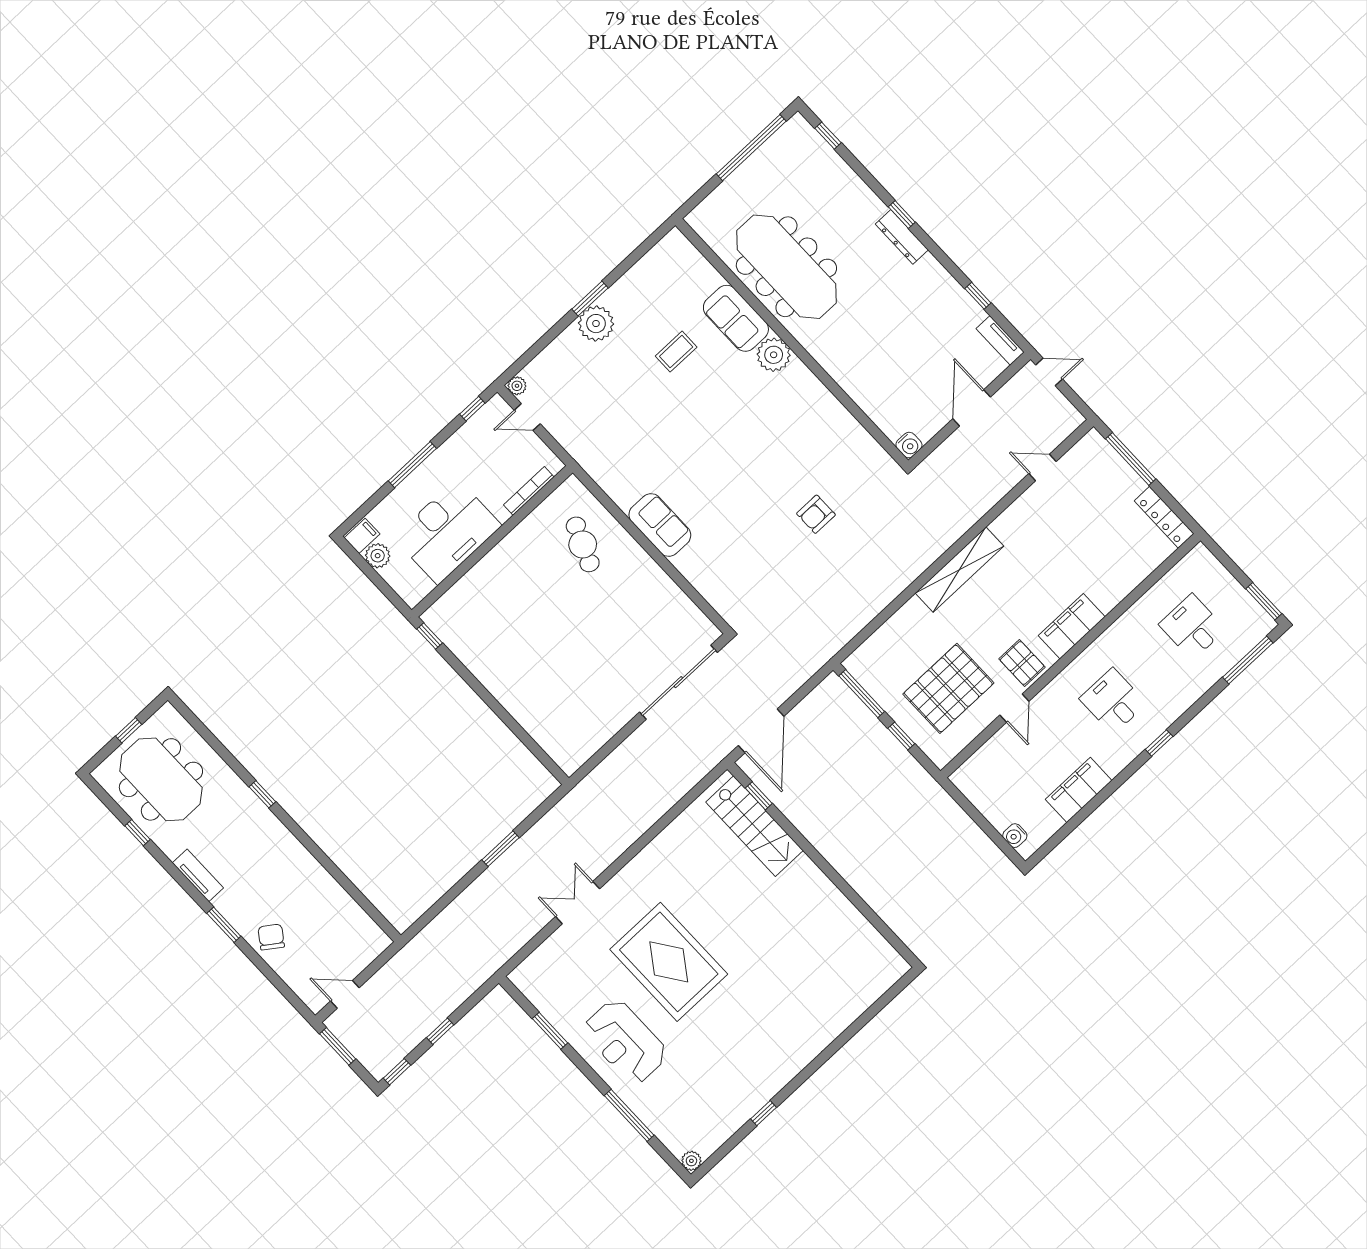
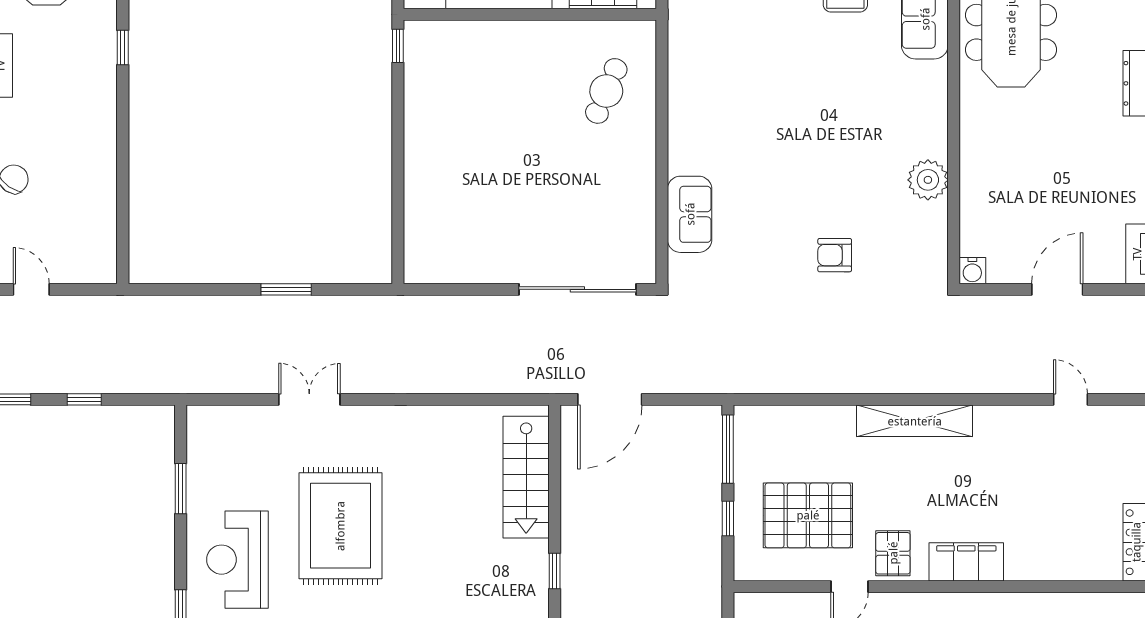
plant: (774, 355) -> (928, 180), moved
sofa: (660, 525) -> (690, 214), moved
window: (759, 796) -> (555, 571), moved

